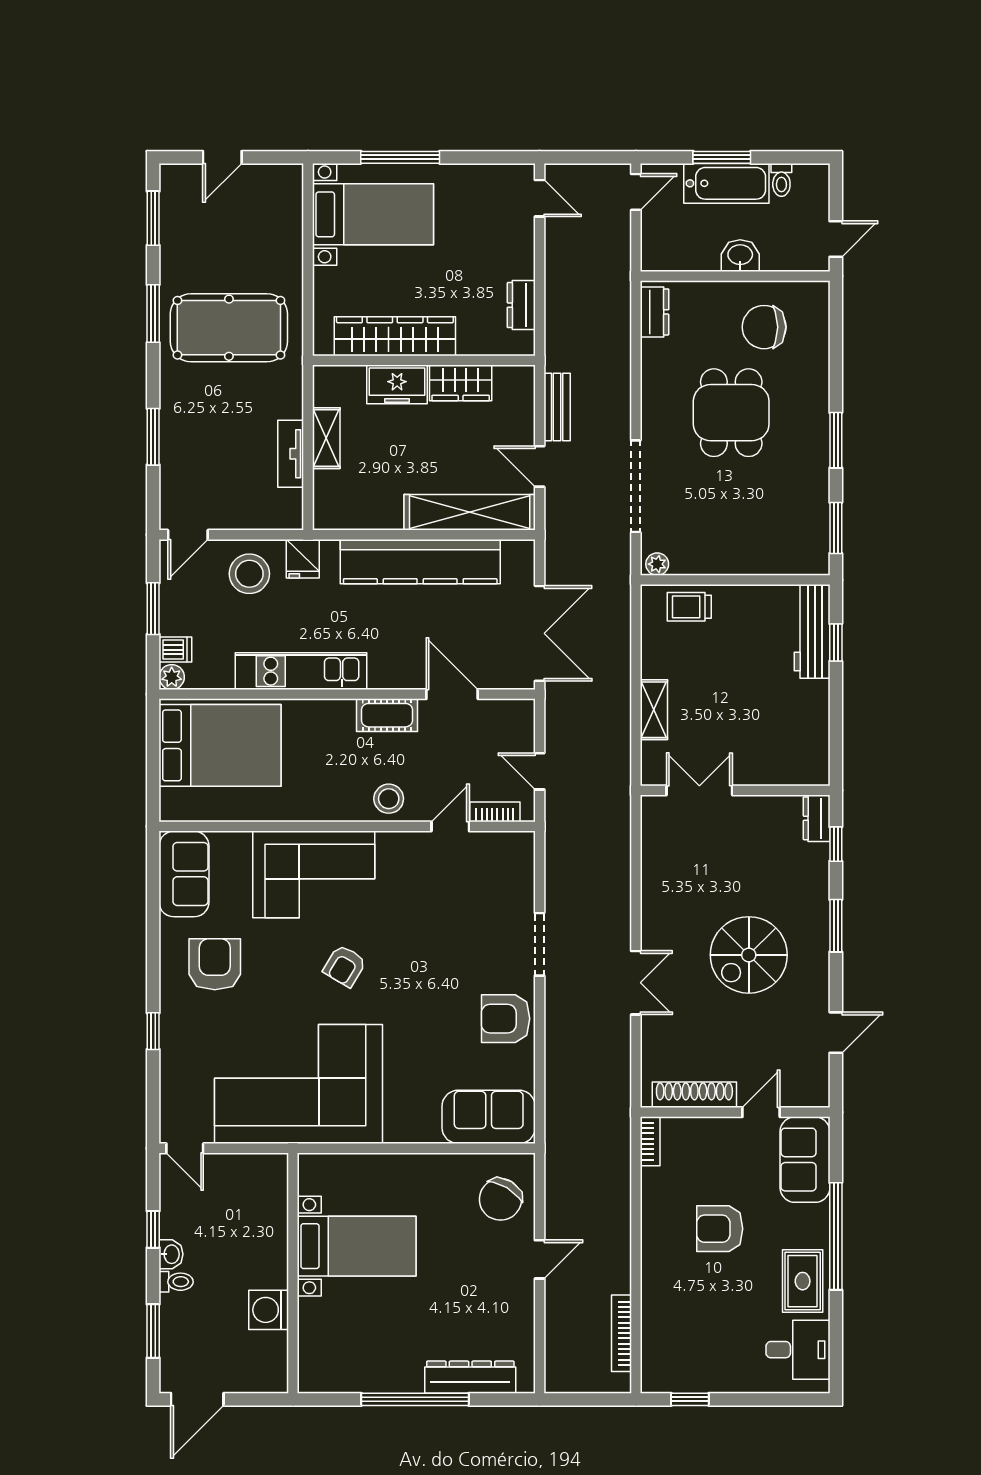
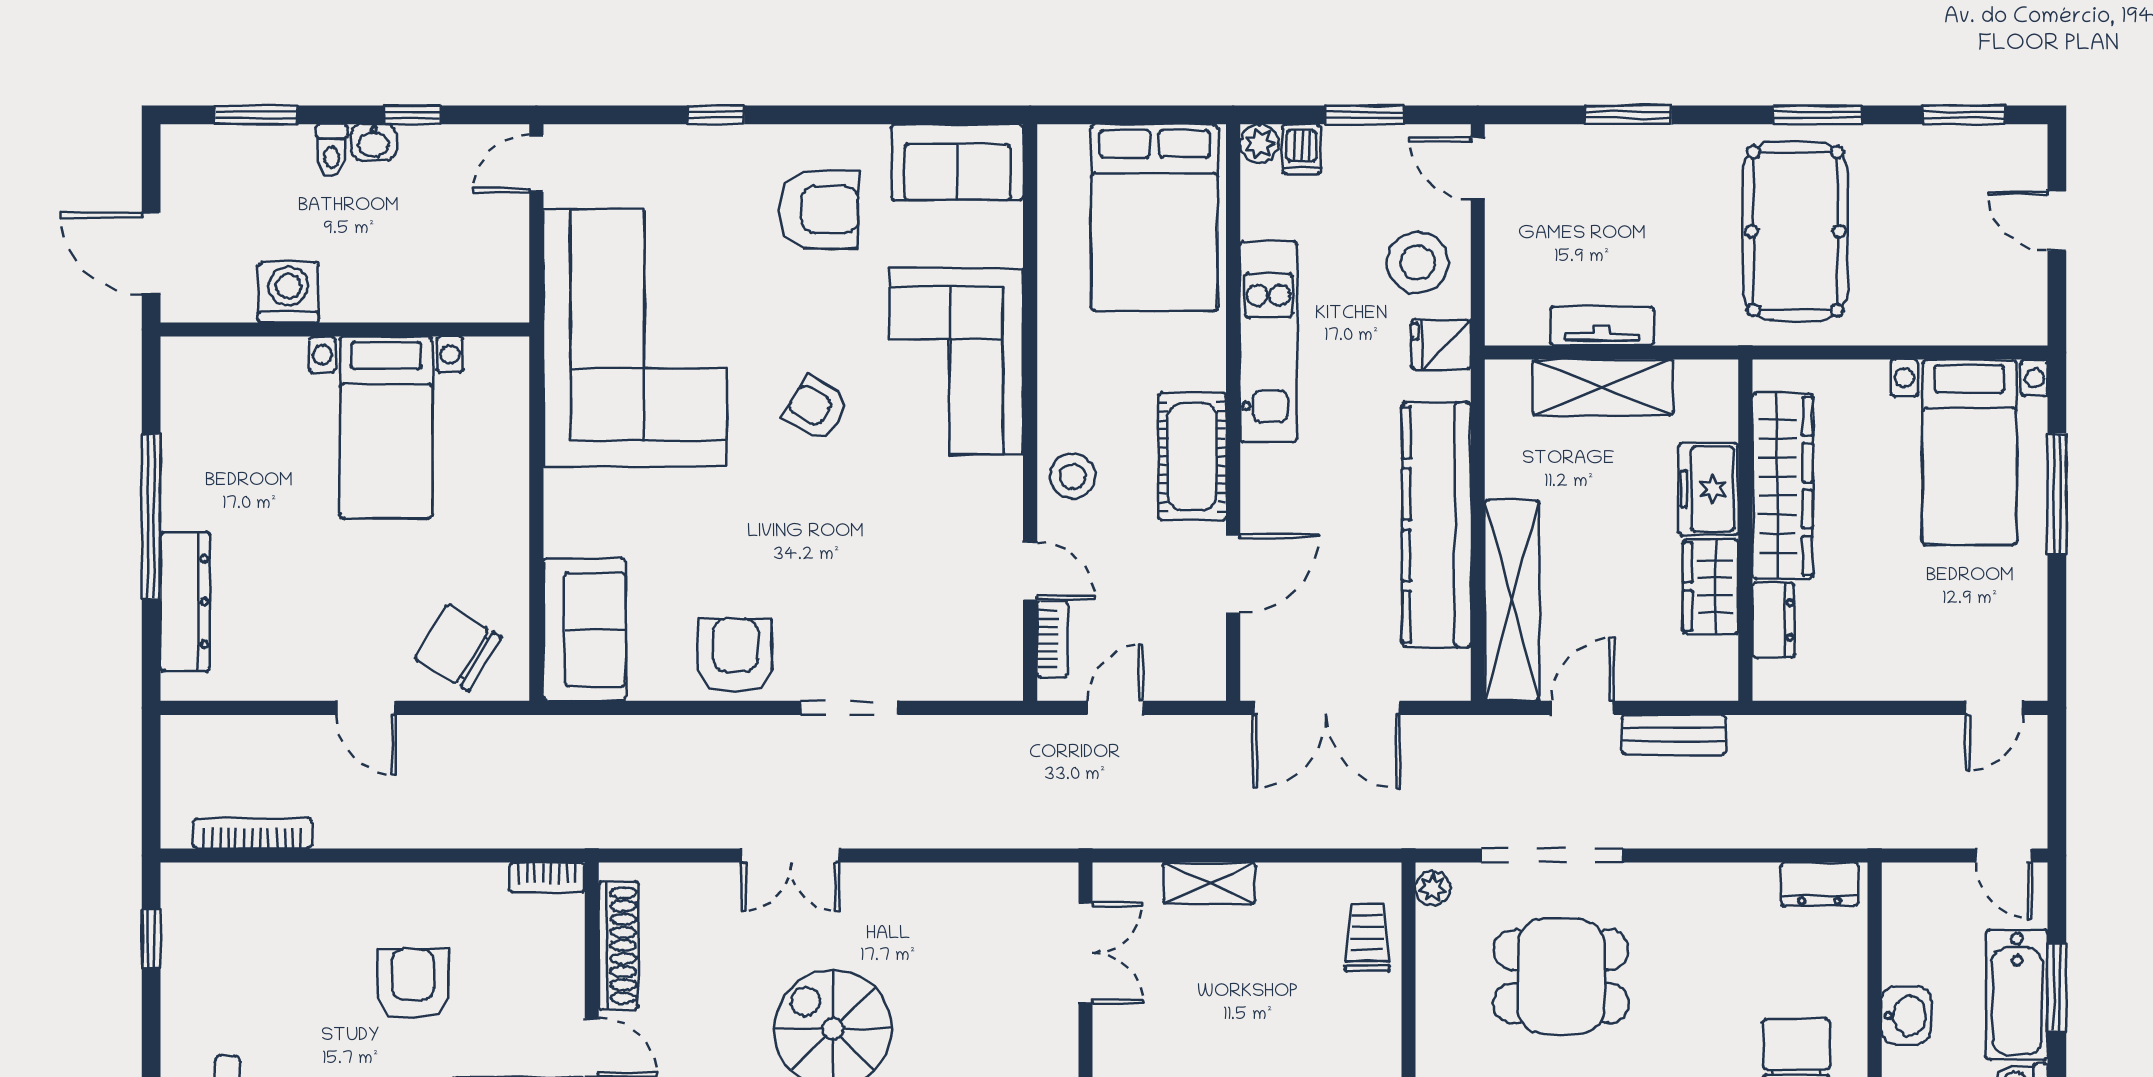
dresser: (521, 305) -> (1774, 620), moved, turned 90
dining table: (731, 413) -> (1561, 977), moved
shelving: (326, 438) -> (1603, 388), width x1.50, depth x1.33
cot: (387, 715) -> (1192, 457), width x1.37, depth x1.34
door: (197, 1399) -> (151, 253), moved

